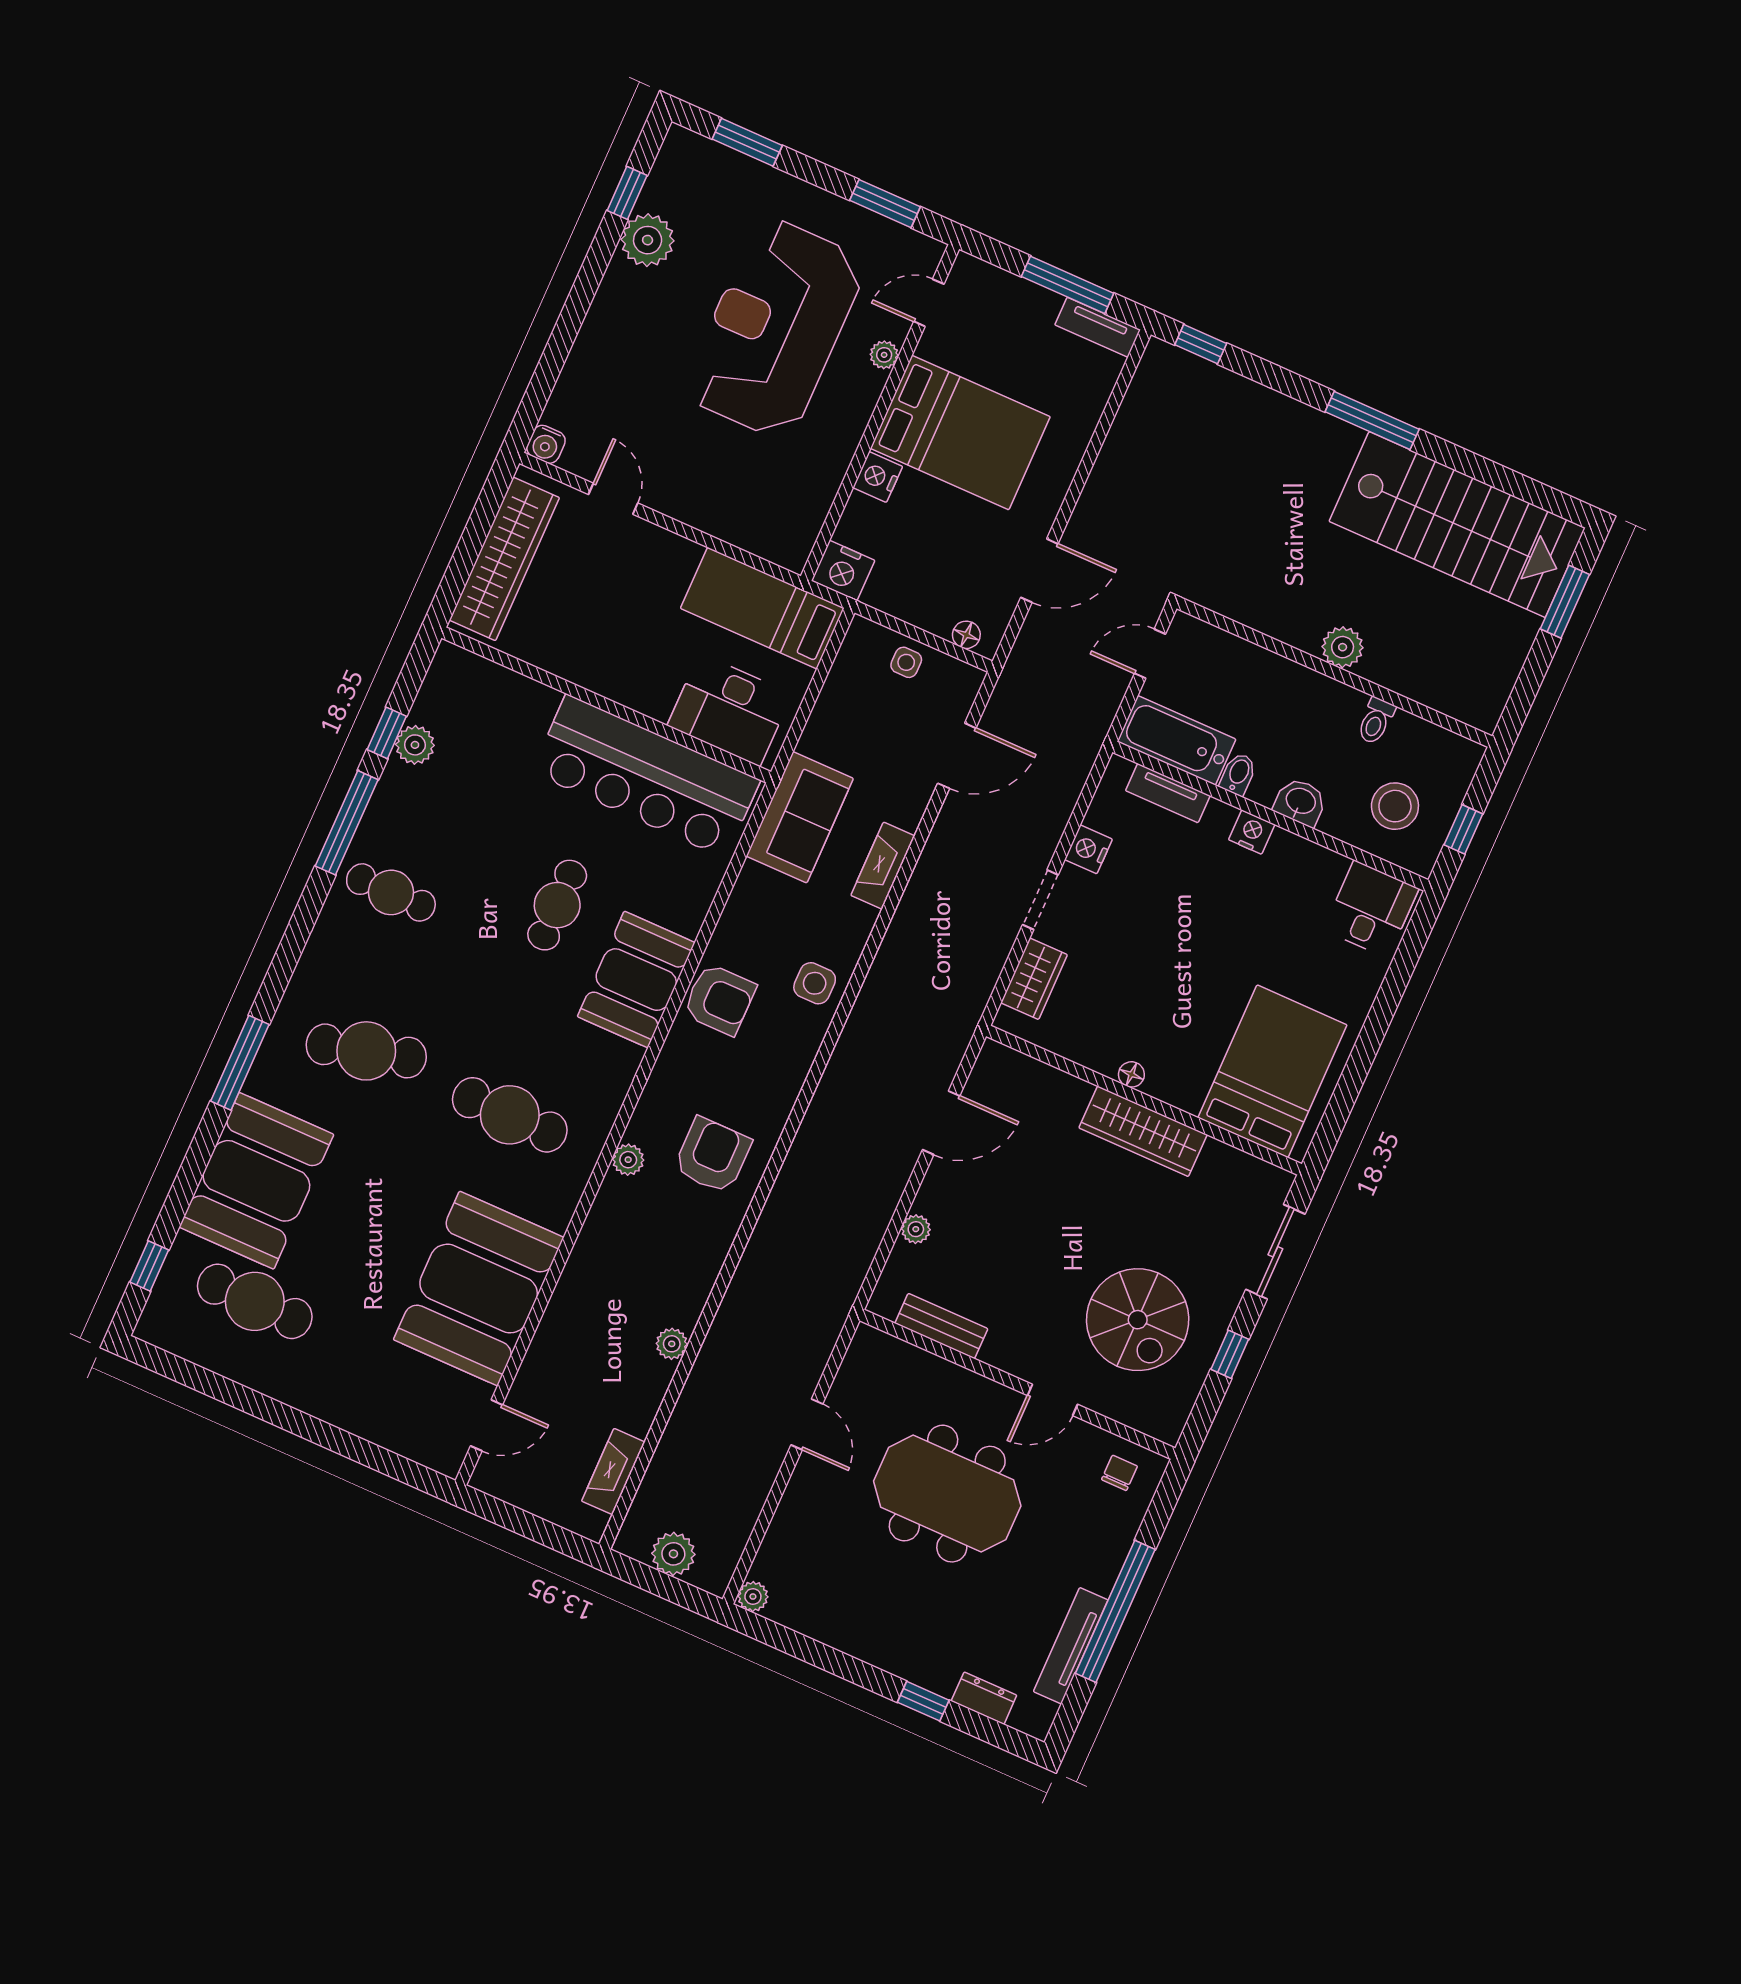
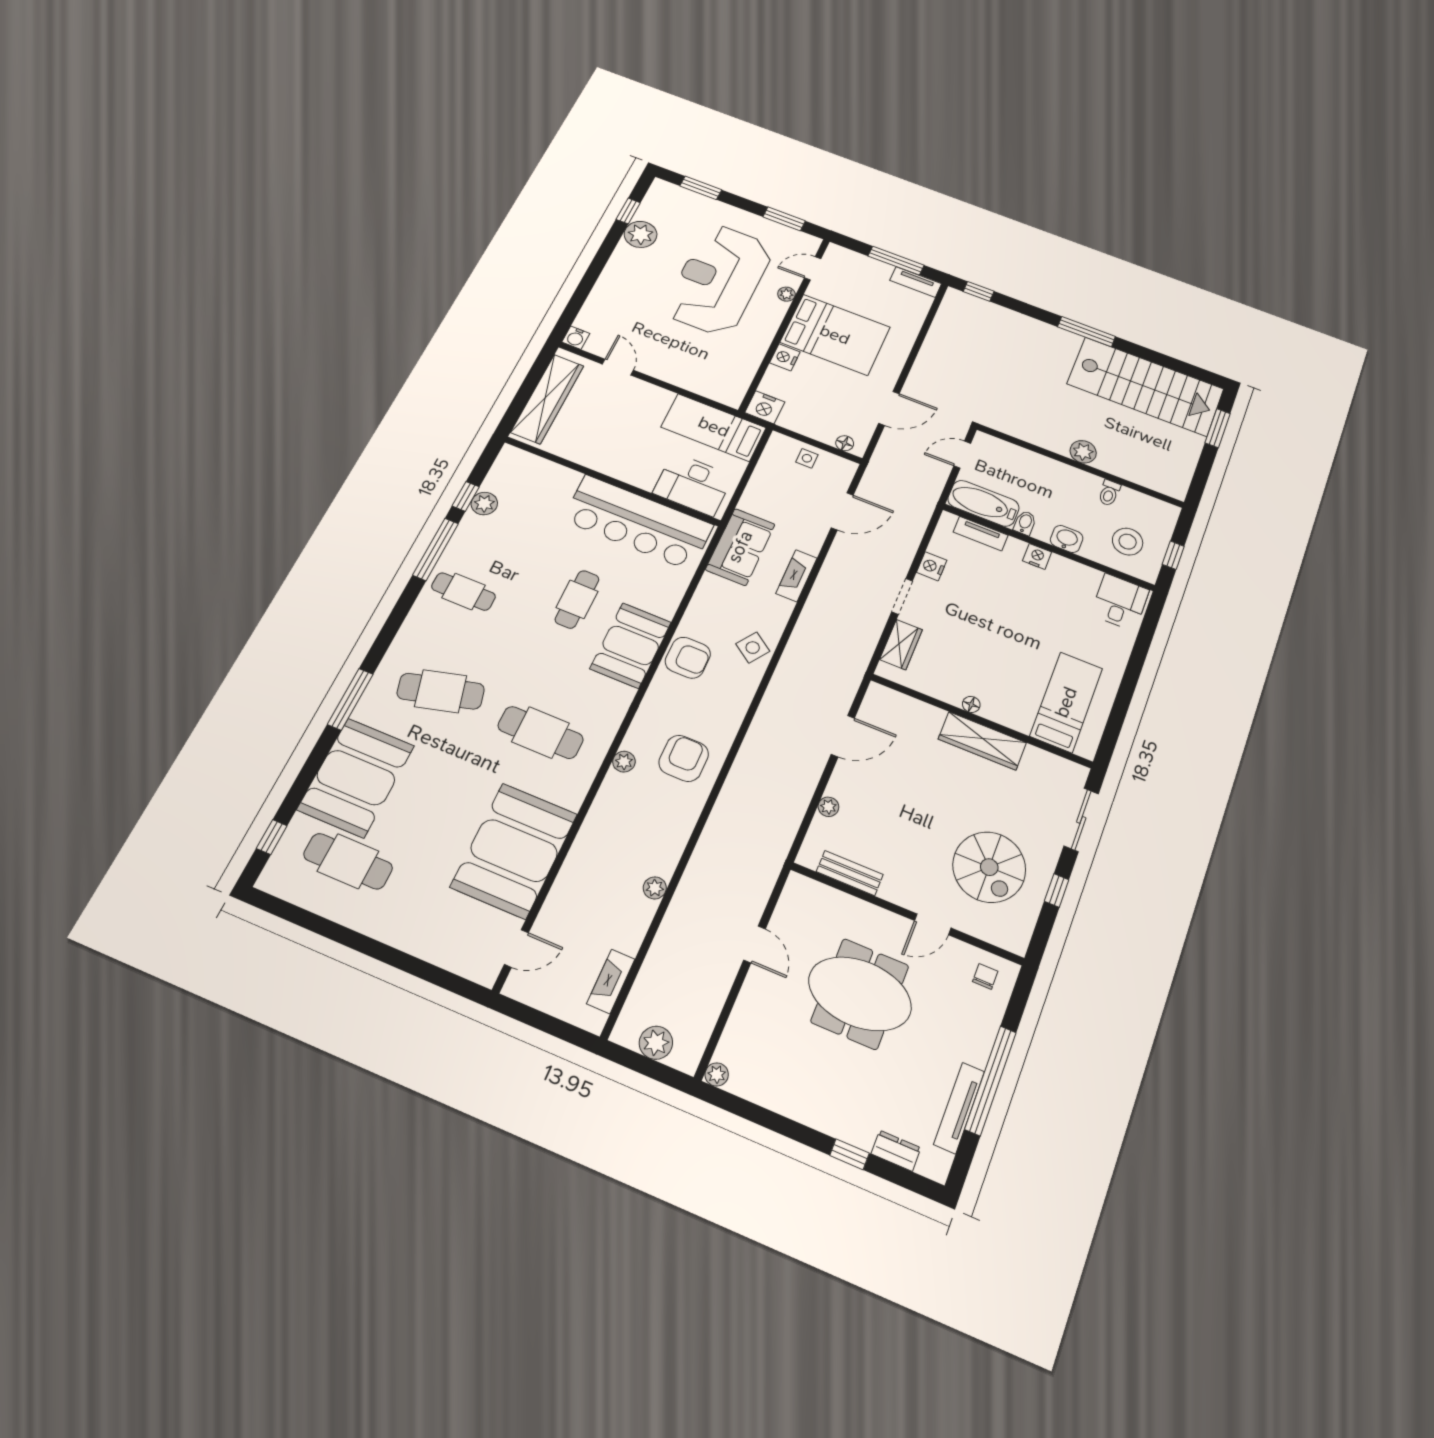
side table: (815, 983) -> (753, 648), turned 35
bed: (1272, 1071) -> (1066, 702), width x0.67

